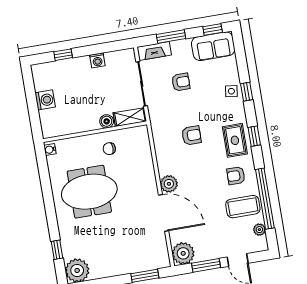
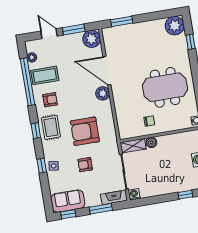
washing machine: (97, 60) -> (134, 194), moved
armchair: (181, 82) -> (85, 165), moved
armchair: (191, 135) -> (85, 131), width x1.88, depth x1.88

